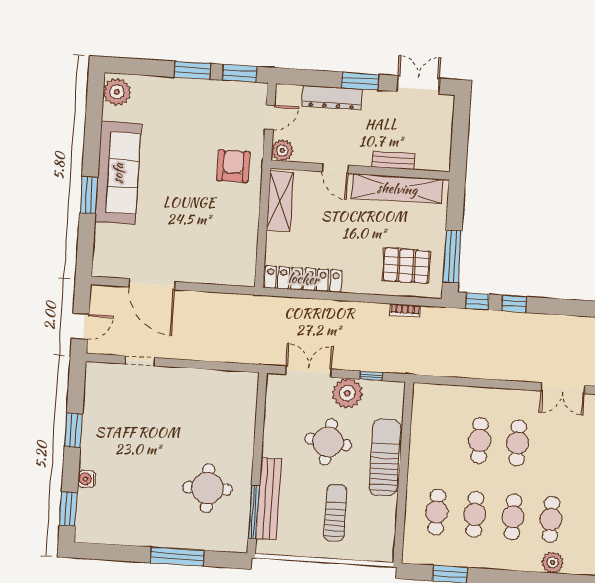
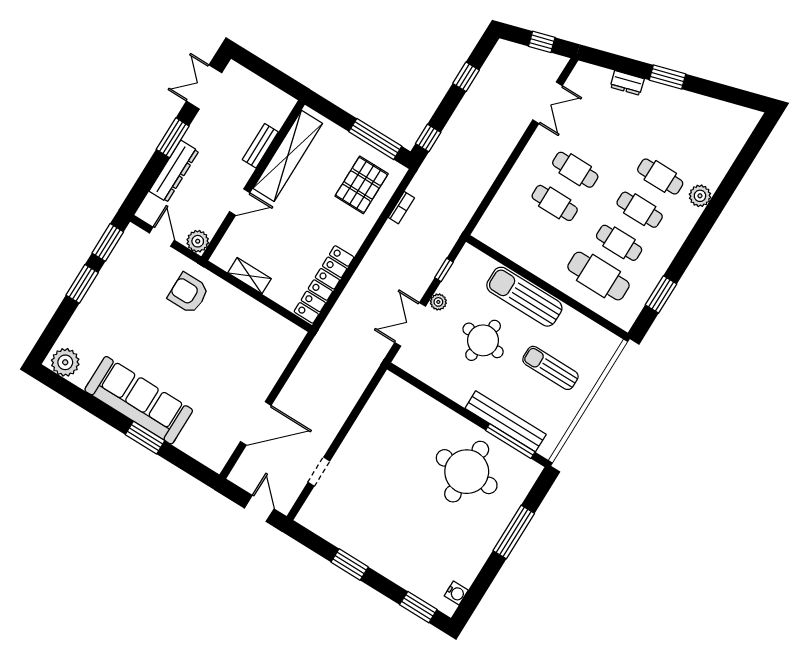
shelving: (280, 201) -> (249, 276), width x0.67, depth x0.75
window: (514, 304) -> (466, 77), moved
plant: (347, 393) -> (438, 302), width x0.53, depth x0.53
water cooler: (87, 479) -> (456, 593), moved, turned -90
round table: (207, 488) -> (467, 472), width x1.36, depth x1.36
cafe table: (437, 512) -> (598, 276), width x1.37, depth x1.35

